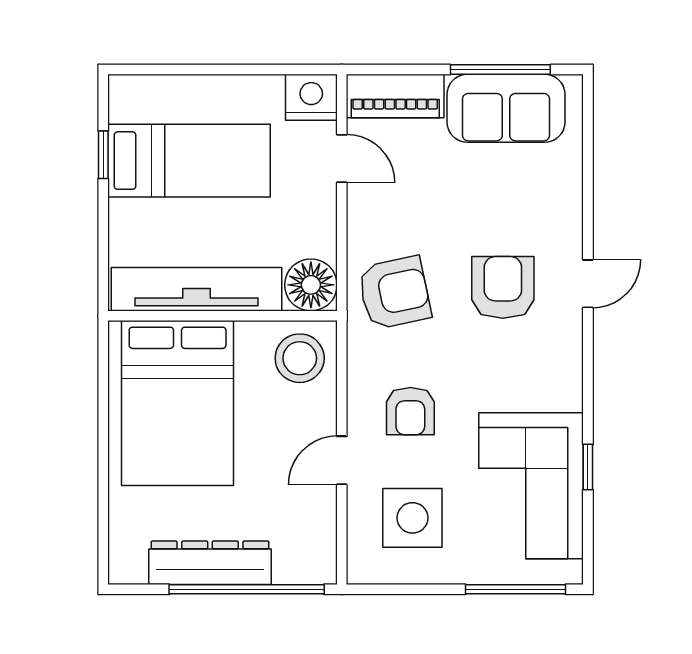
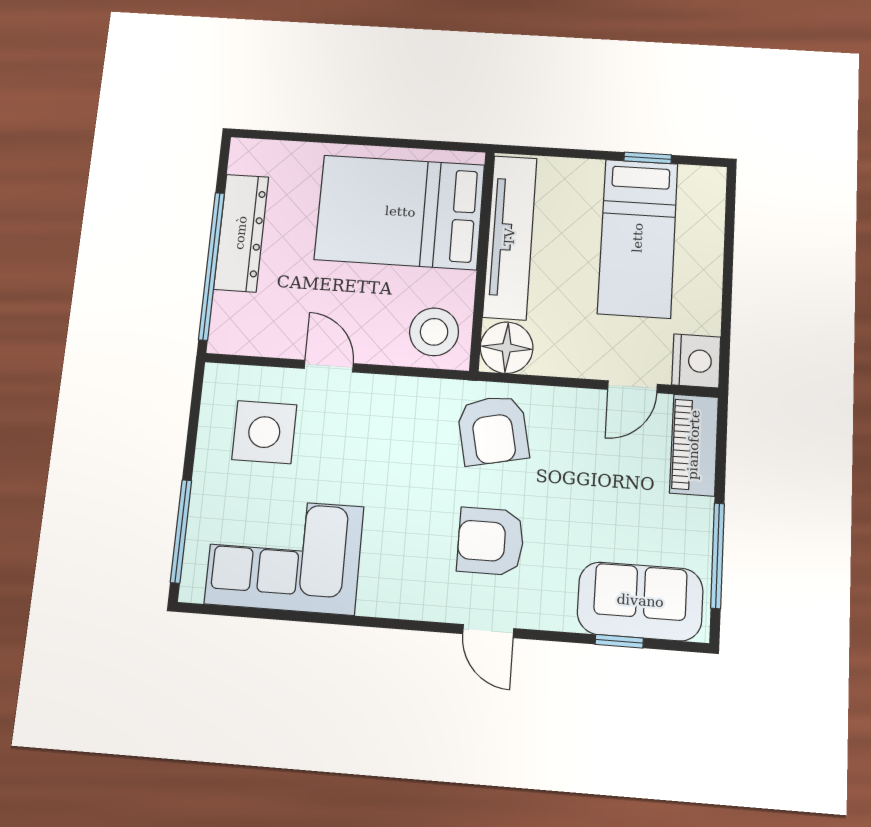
sofa: (506, 108) -> (640, 601), moved, turned 90
armchair: (503, 287) -> (491, 541), turned 180
armchair: (410, 411) -> (372, 438), removed
window: (588, 467) -> (619, 641), moved

